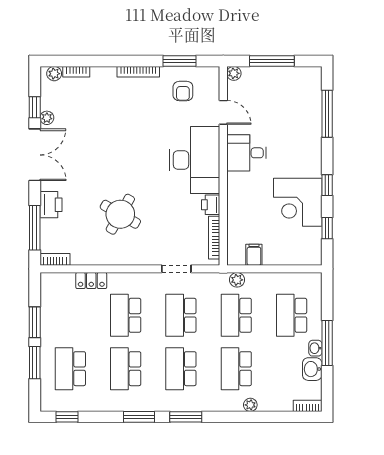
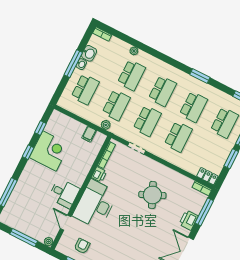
round table: (120, 214) -> (152, 195), turned 36
locker: (91, 281) -> (207, 176), moved
window: (186, 417) -> (174, 63), removed

